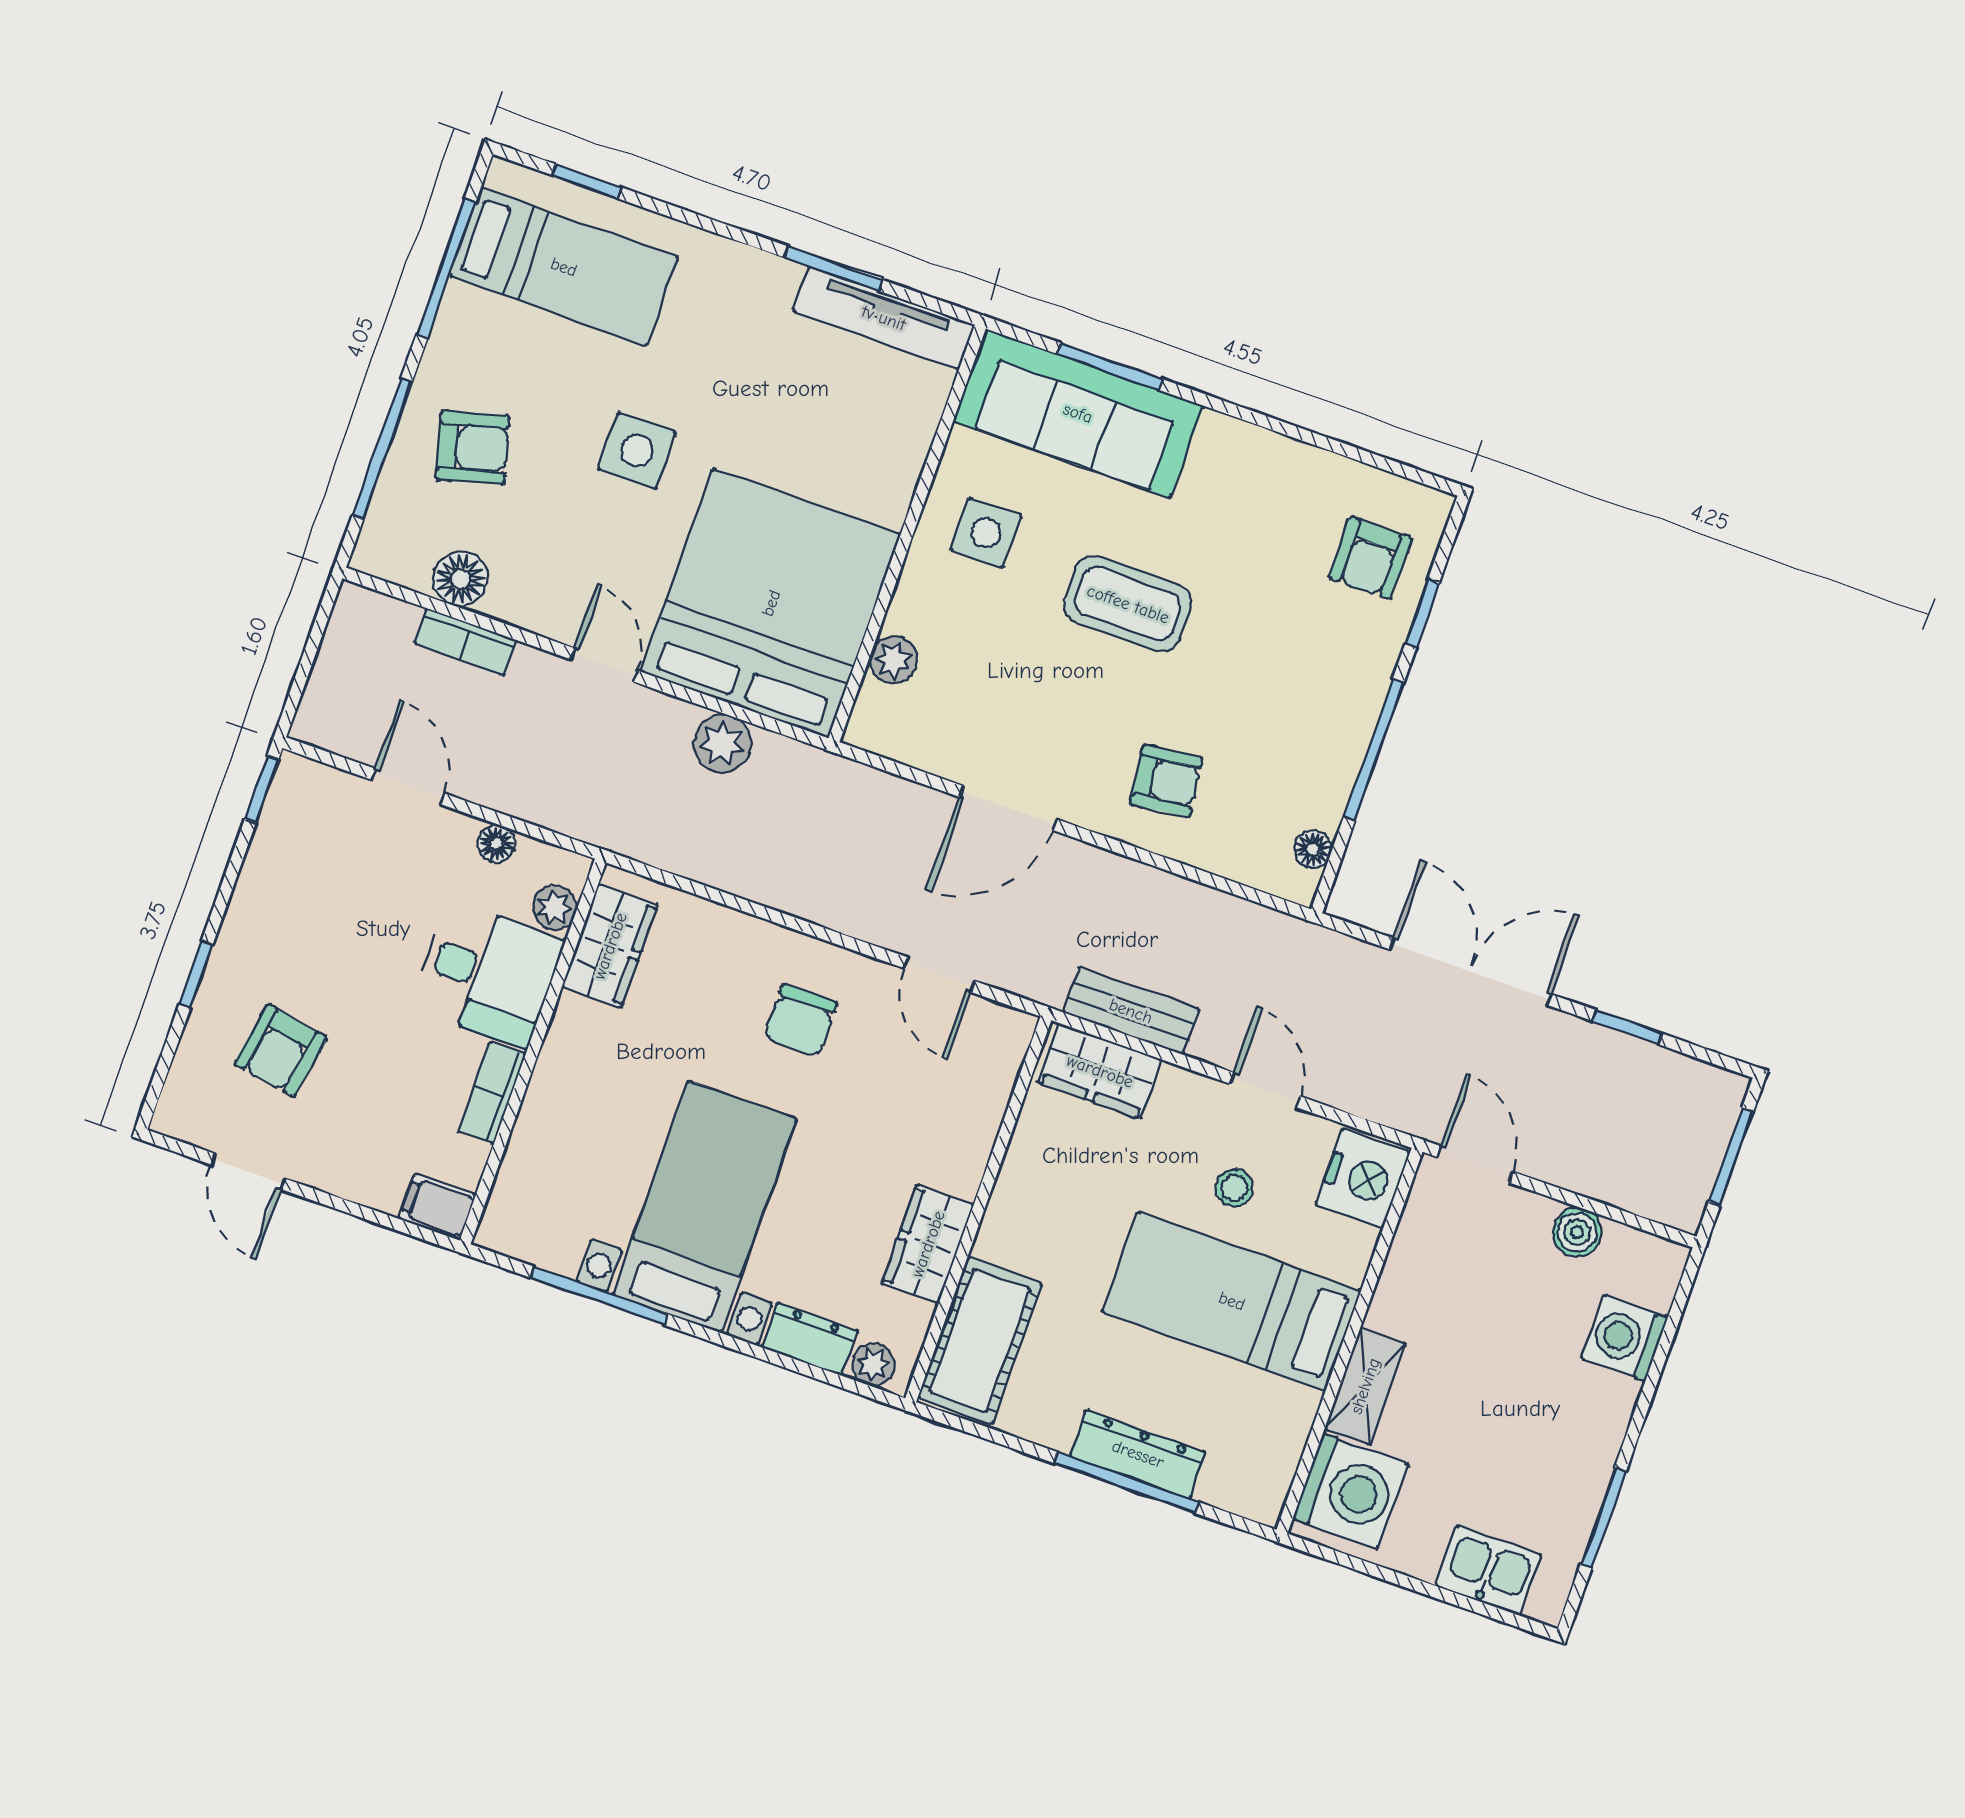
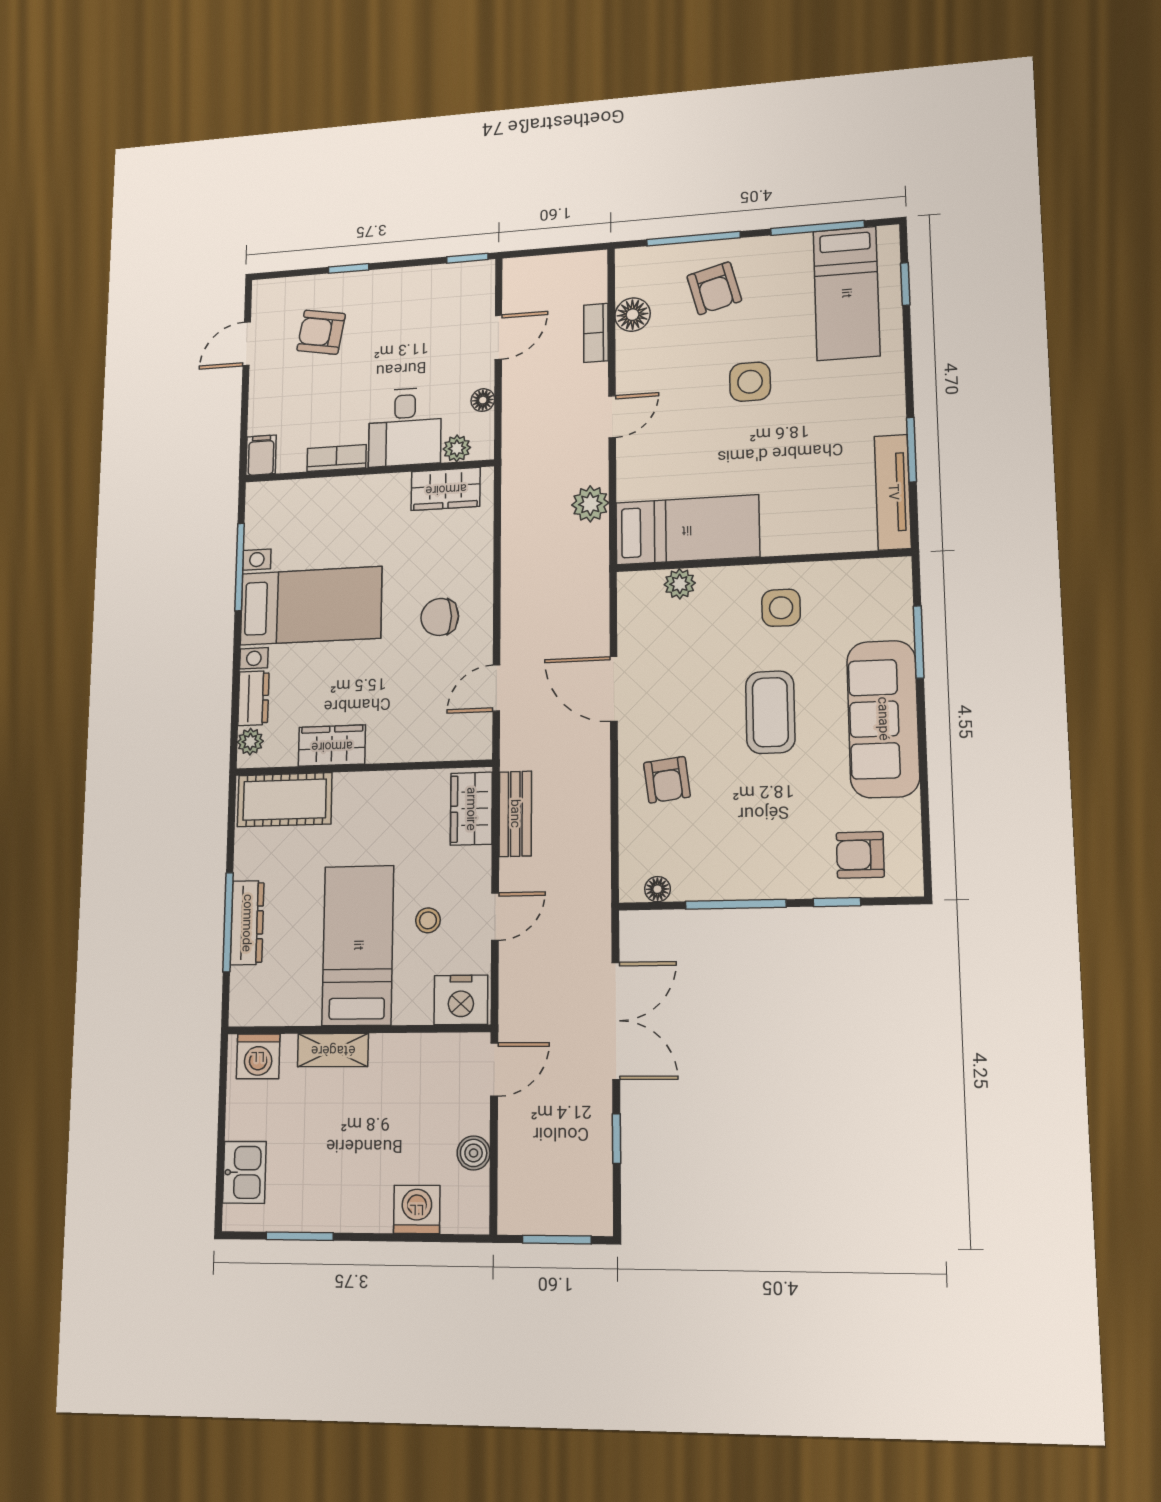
sofa: (1078, 413) -> (883, 719), moved
bed: (771, 603) -> (687, 530), width x0.49
washing machine: (1350, 1491) -> (258, 1056), width x0.73, depth x0.73

